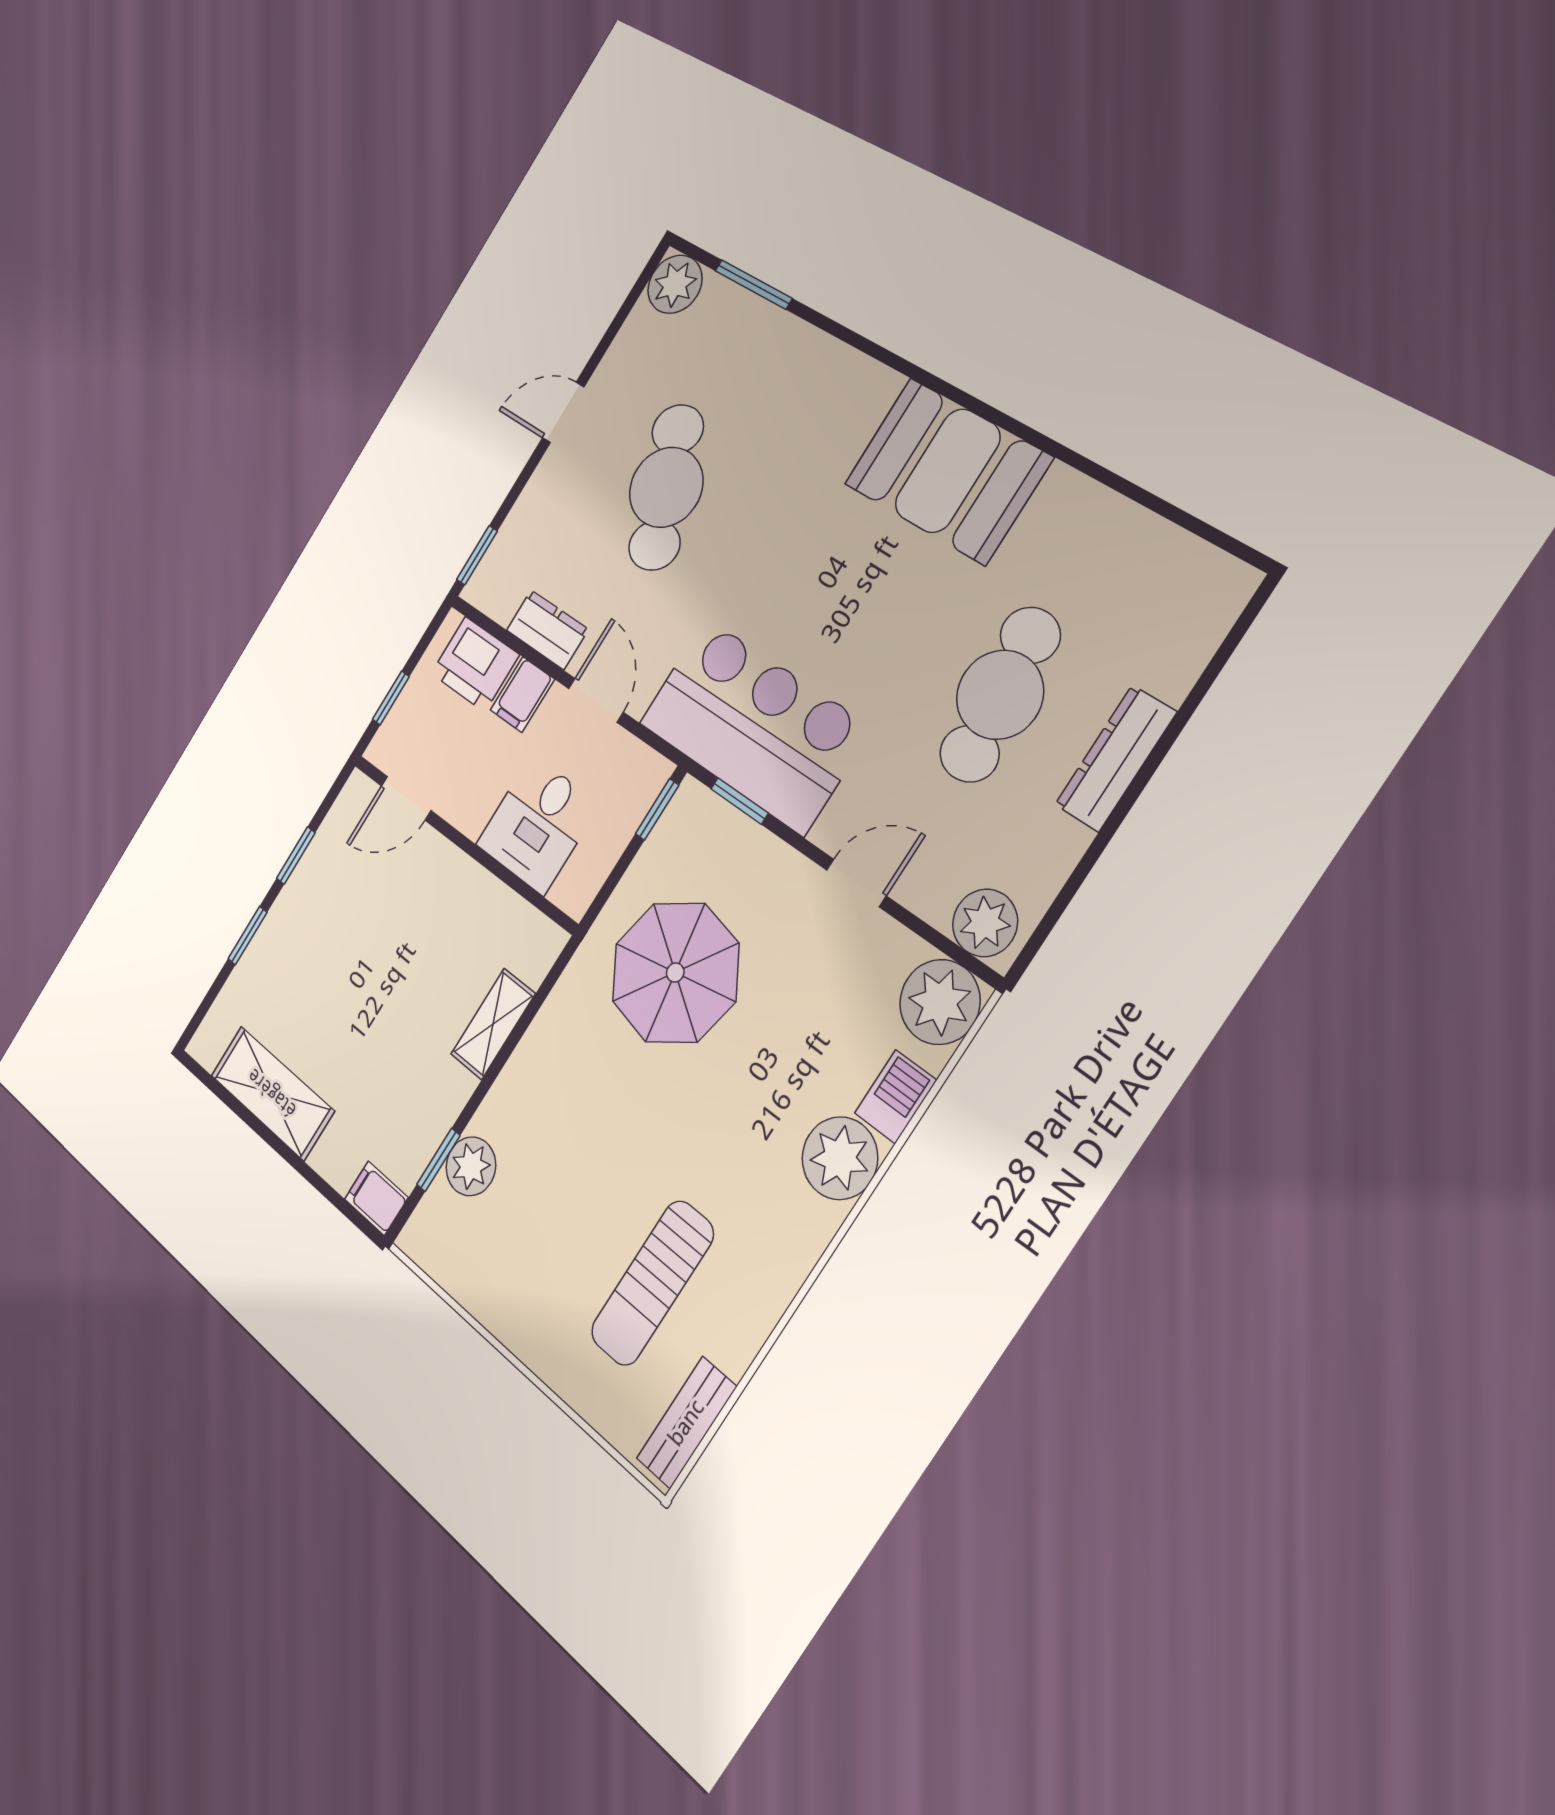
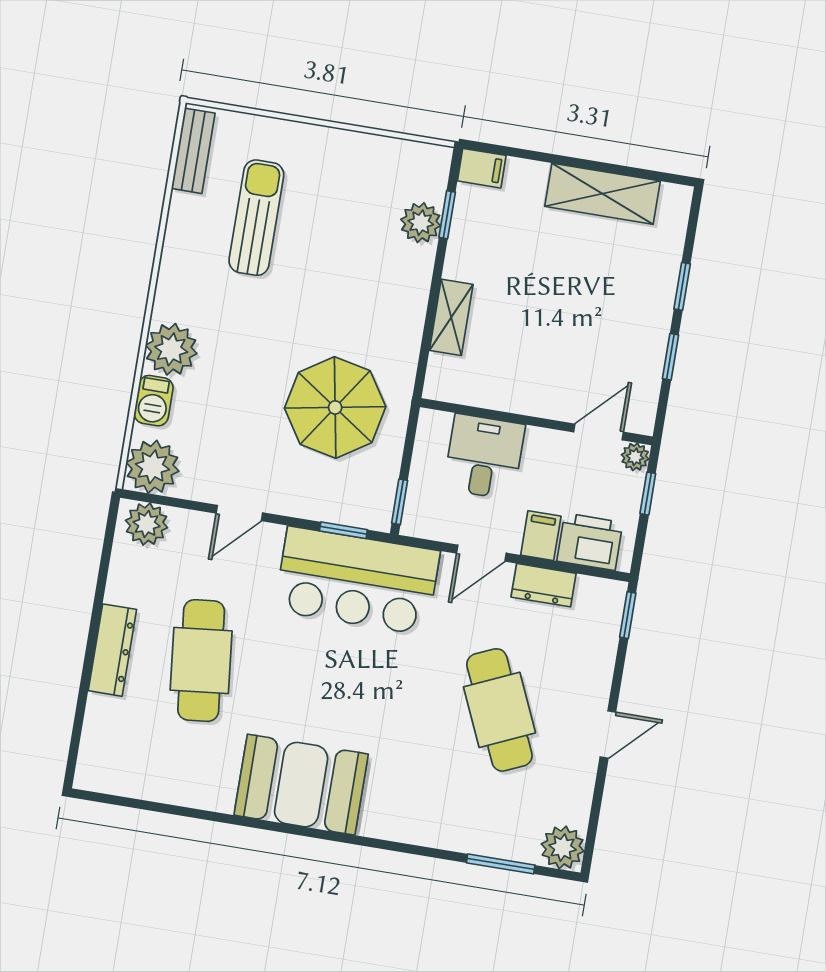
door: (596, 700) -> (481, 553), hinge flipped
plant: (383, 749) -> (635, 457), added

